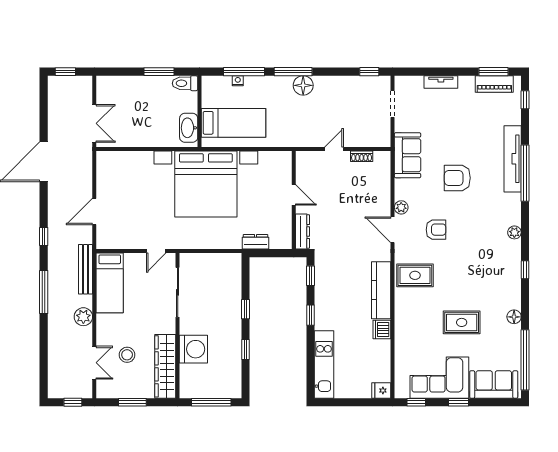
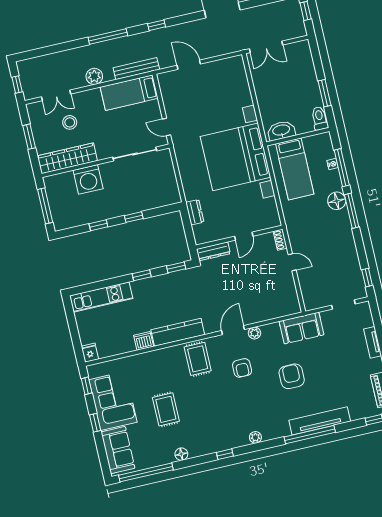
floor lamp: (303, 85) -> (337, 201), moved
shoe rack: (362, 156) -> (280, 240), moved

